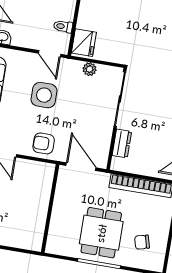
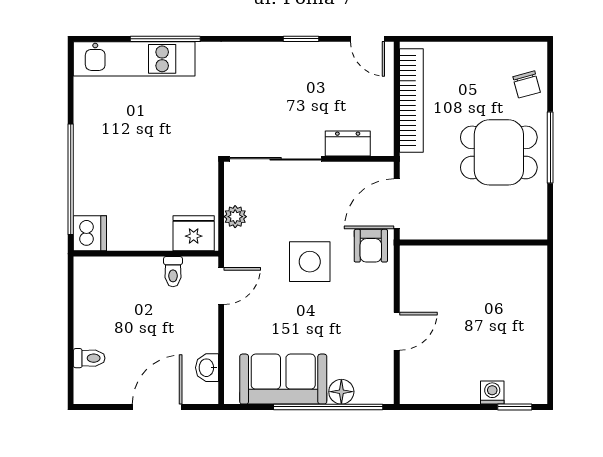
side table: (44, 95) -> (310, 262), moved
armchair: (44, 143) -> (371, 246), moved
chair: (142, 242) -> (527, 84), moved

